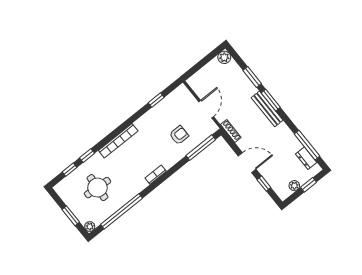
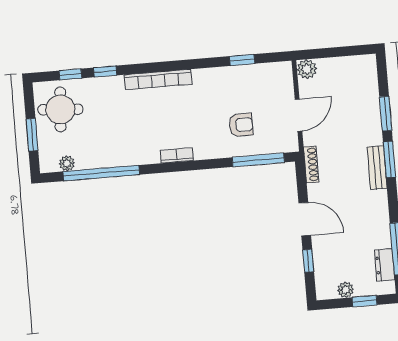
plant: (224, 57) -> (307, 69), moved
bench: (267, 109) -> (377, 168), width x0.73
round table: (97, 188) -> (60, 109), moved
plant: (90, 227) -> (67, 163), moved

